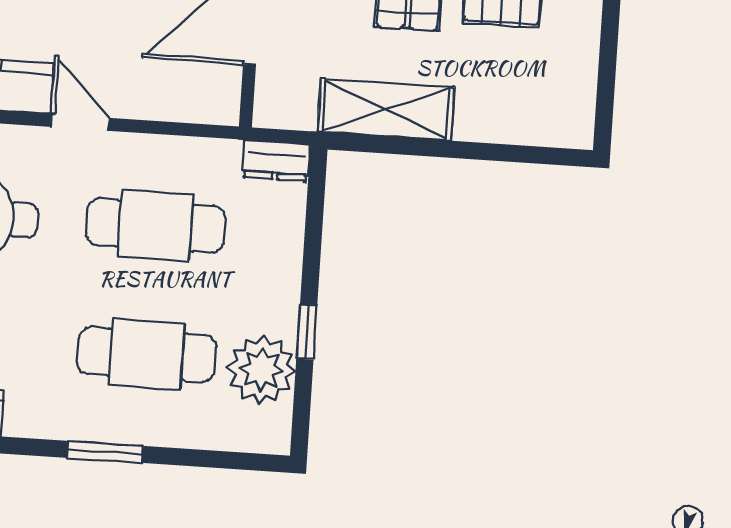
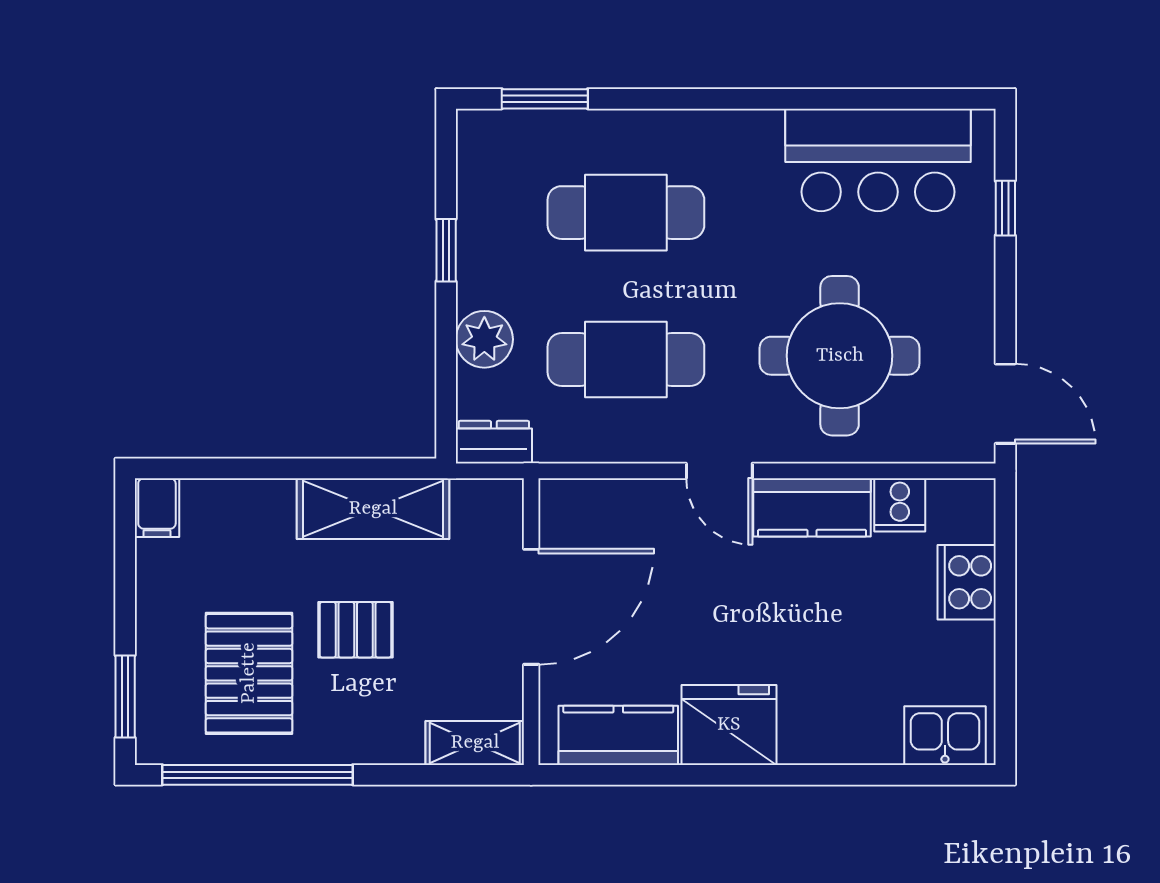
filing cabinet: (575, 123) -> (157, 508), added
plant: (261, 369) -> (484, 339), moved, width x0.73, depth x0.73
window: (105, 452) -> (545, 99), moved

